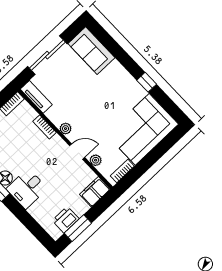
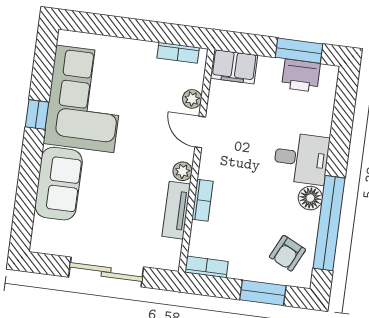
sofa: (91, 51) -> (59, 184), moved
tv unit: (36, 97) -> (176, 210), moved
corner sofa: (142, 129) -> (85, 99), moved, turned -90

